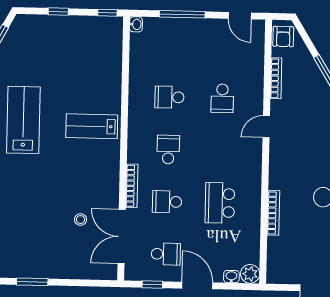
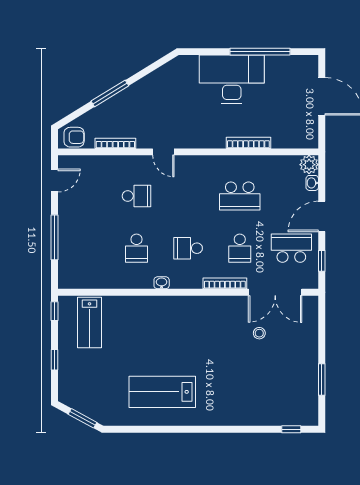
washbasin: (136, 24) -> (162, 283), moved
lab bench: (92, 126) -> (90, 323), moved
school desk: (166, 254) -> (291, 248), width x1.85

